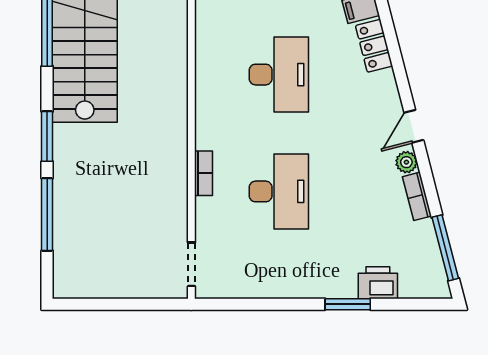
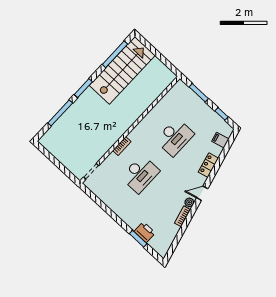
locker: (374, 46) -> (208, 165), moved
window: (445, 248) -> (176, 241), removed
window: (348, 304) -> (138, 239), moved

